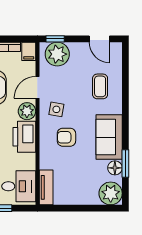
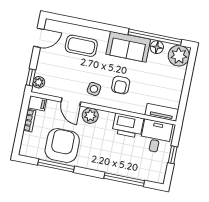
plant: (57, 54) -> (39, 82), width x0.53, depth x0.53
coffee table: (100, 86) -> (81, 46), width x1.36, depth x1.30
printer: (24, 137) -> (128, 126), moved
window: (125, 164) -> (155, 37), width x2.11

